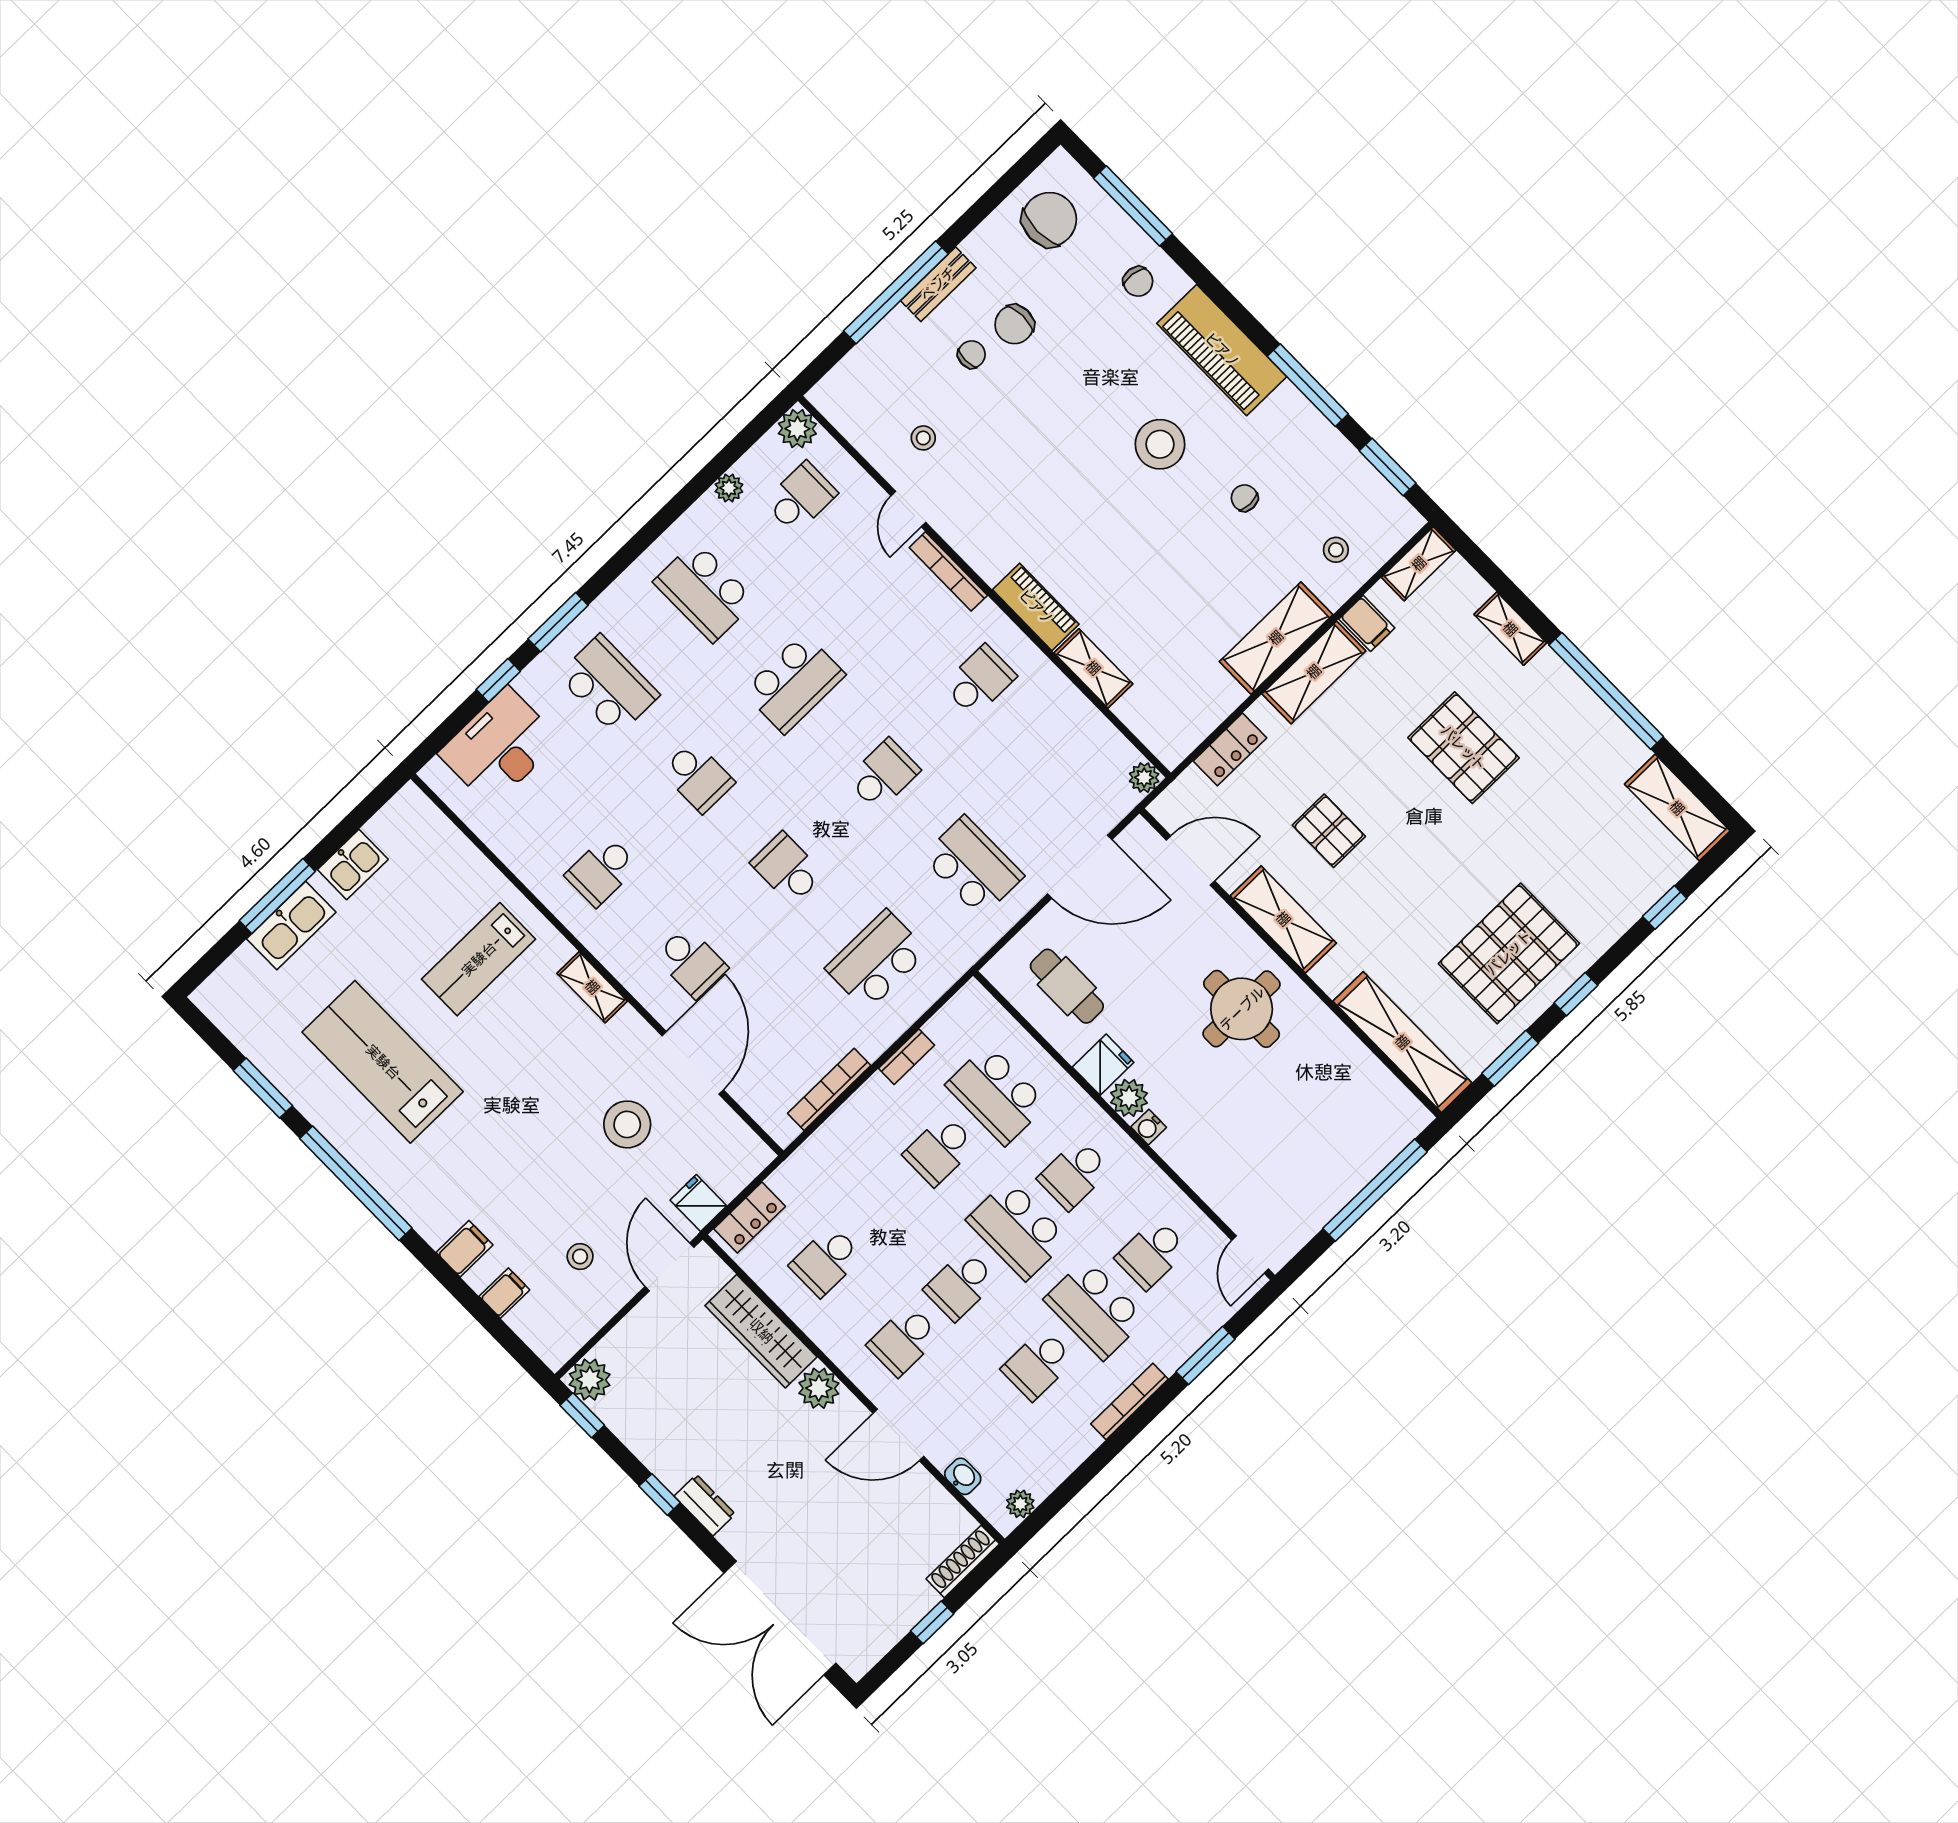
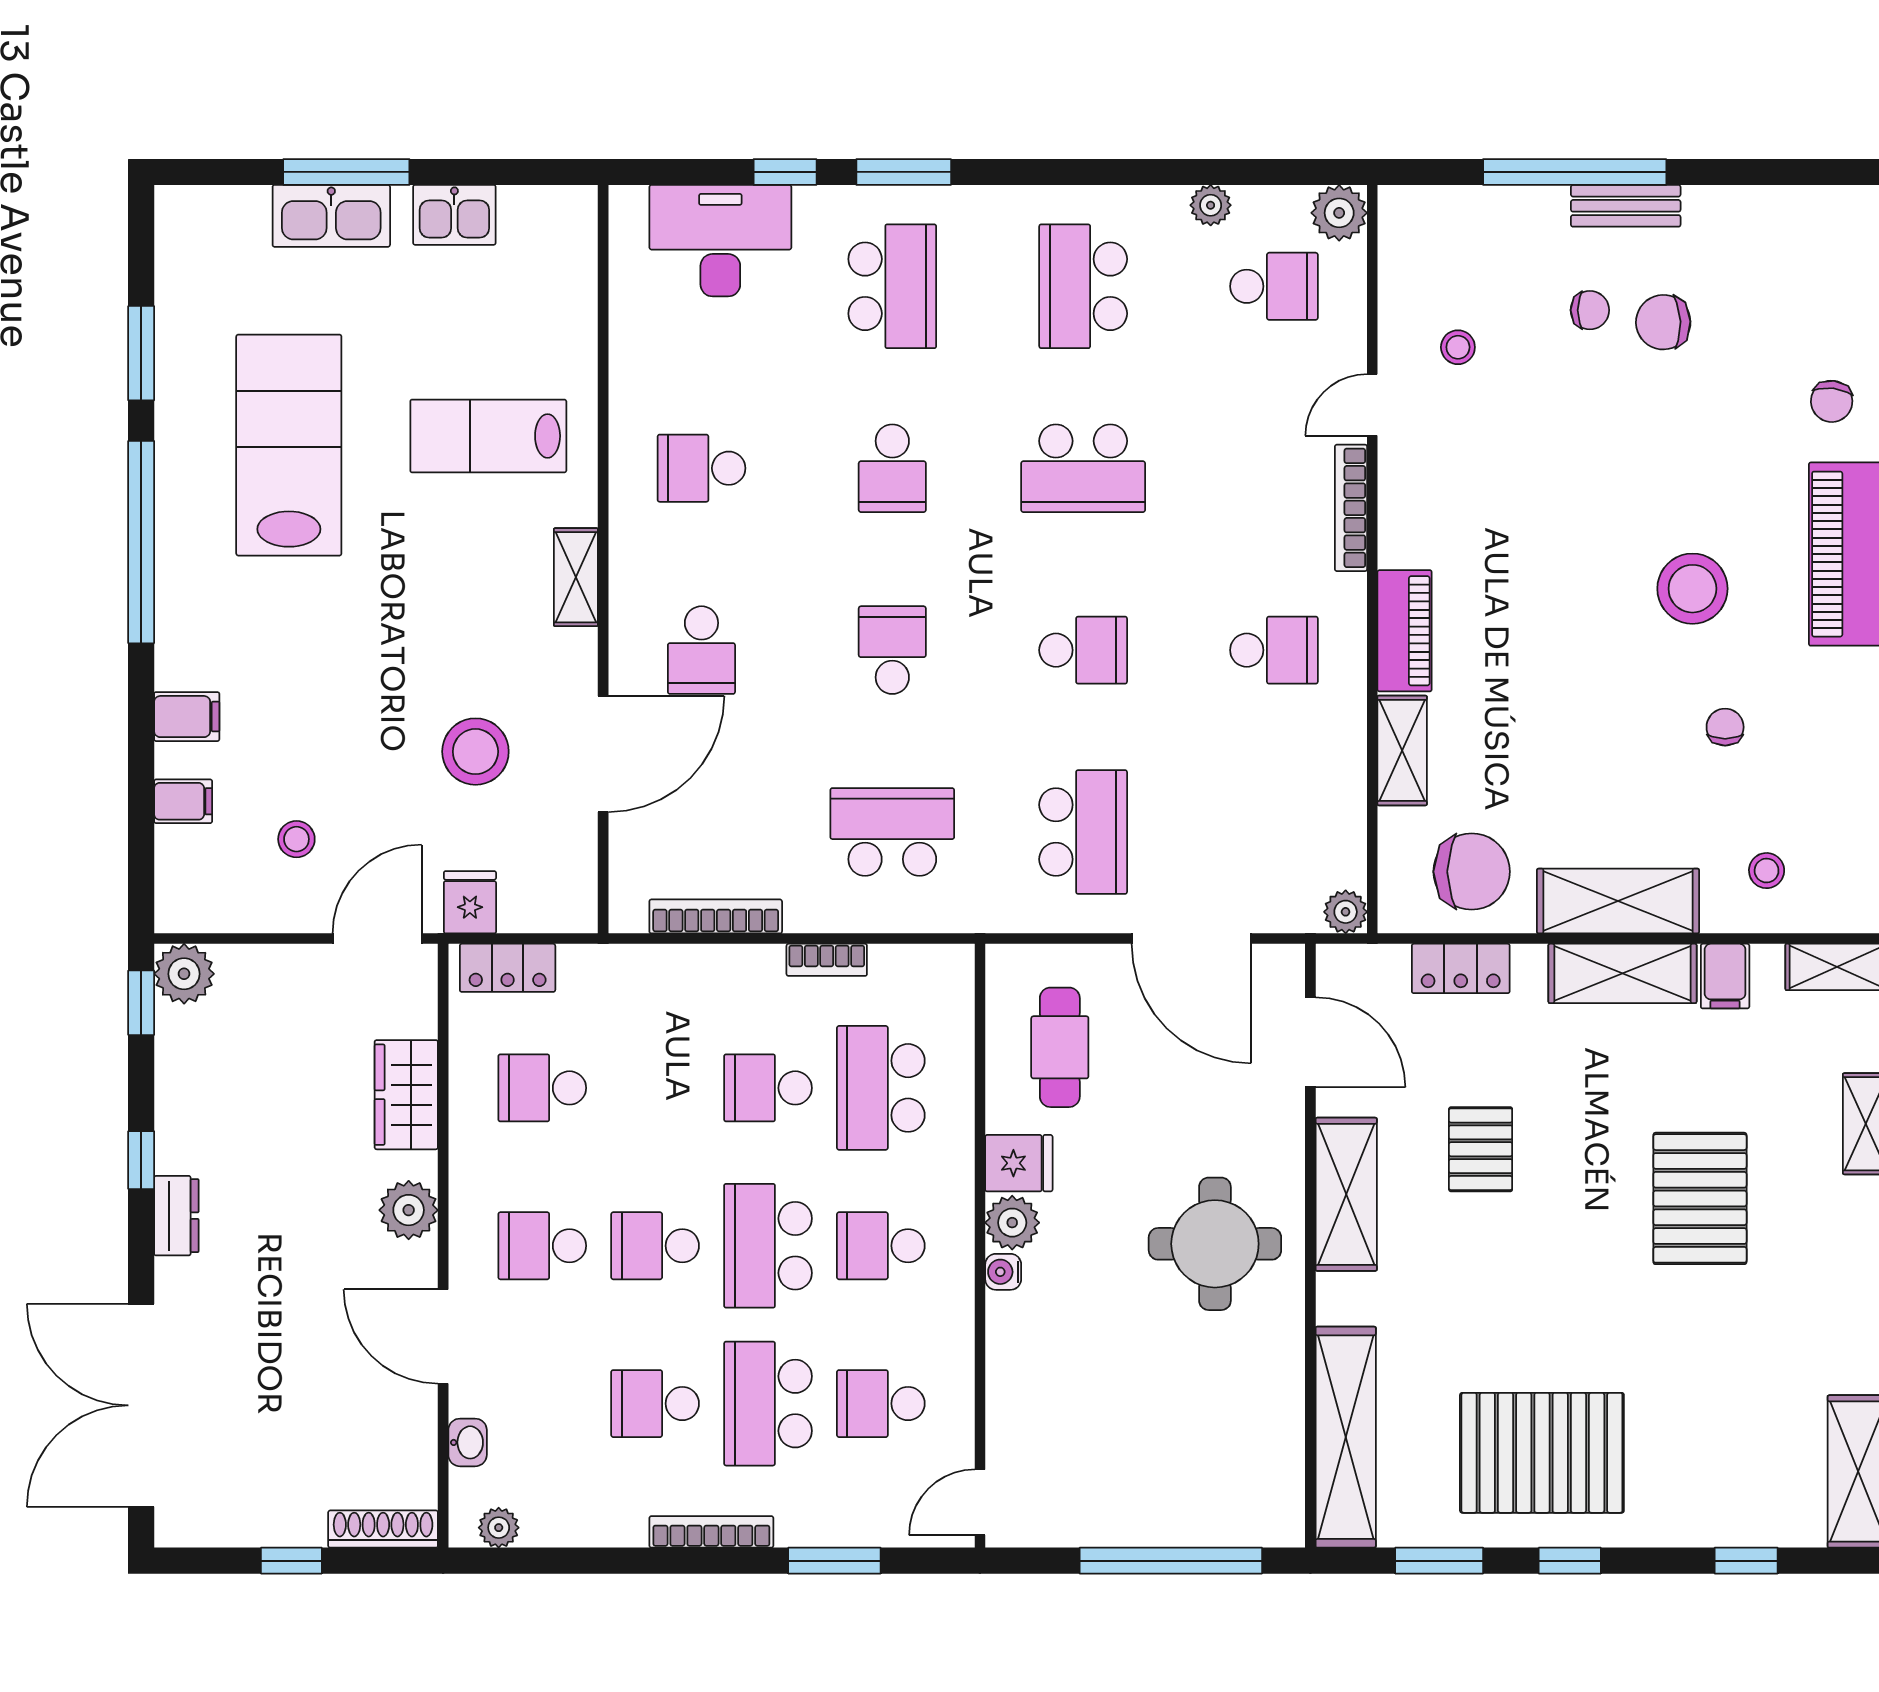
chair: (1049, 219) -> (1472, 872), moved
wardrobe: (761, 1331) -> (406, 1095), width x0.67

